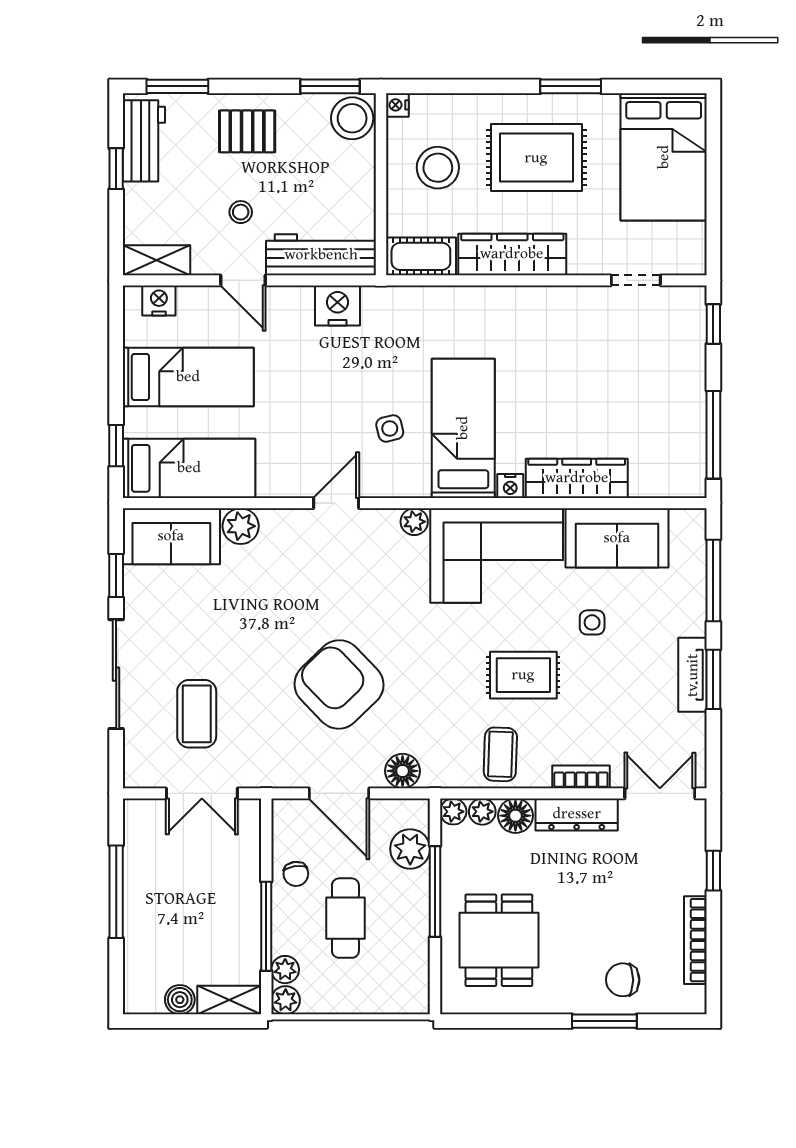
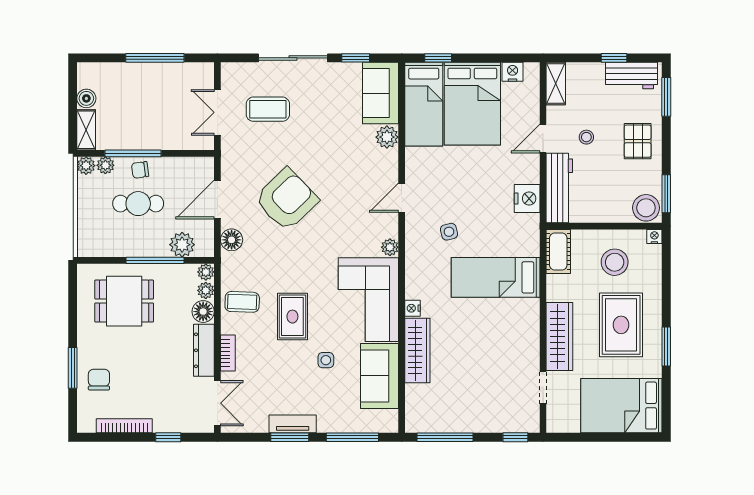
wardrobe: (512, 254) -> (559, 337), moved
nightstand: (159, 301) -> (513, 72), moved, turned -90
bed: (188, 377) -> (472, 104), width x1.50
bed: (463, 428) -> (496, 277), moved, turned 180
door: (336, 503) -> (402, 198), swing flipped
chair: (296, 874) -> (140, 170), moved

